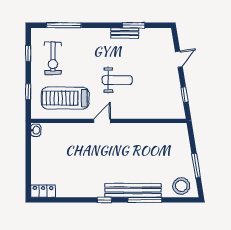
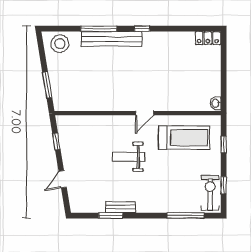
exercise bike: (53, 58) -> (210, 193), moved
window: (196, 166) -> (47, 85), moved

